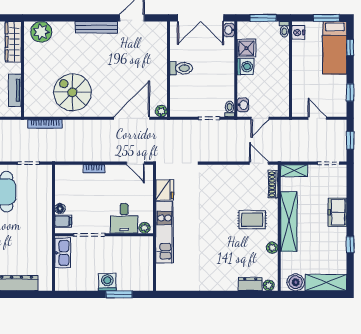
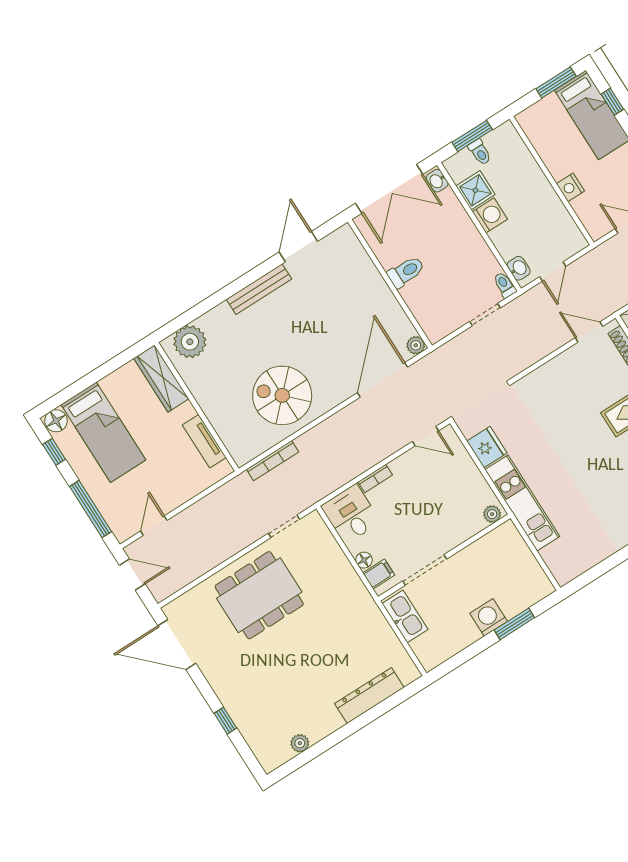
toilet: (284, 29) -> (480, 152), moved
nightstand: (298, 33) -> (570, 187), moved
desk: (124, 218) -> (351, 514), moved, turned 180

